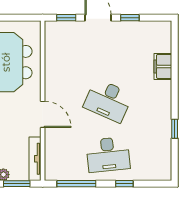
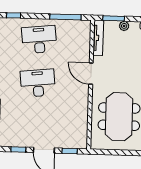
desk: (108, 101) -> (38, 83), turned -30
window: (124, 184) -> (14, 15), moved

